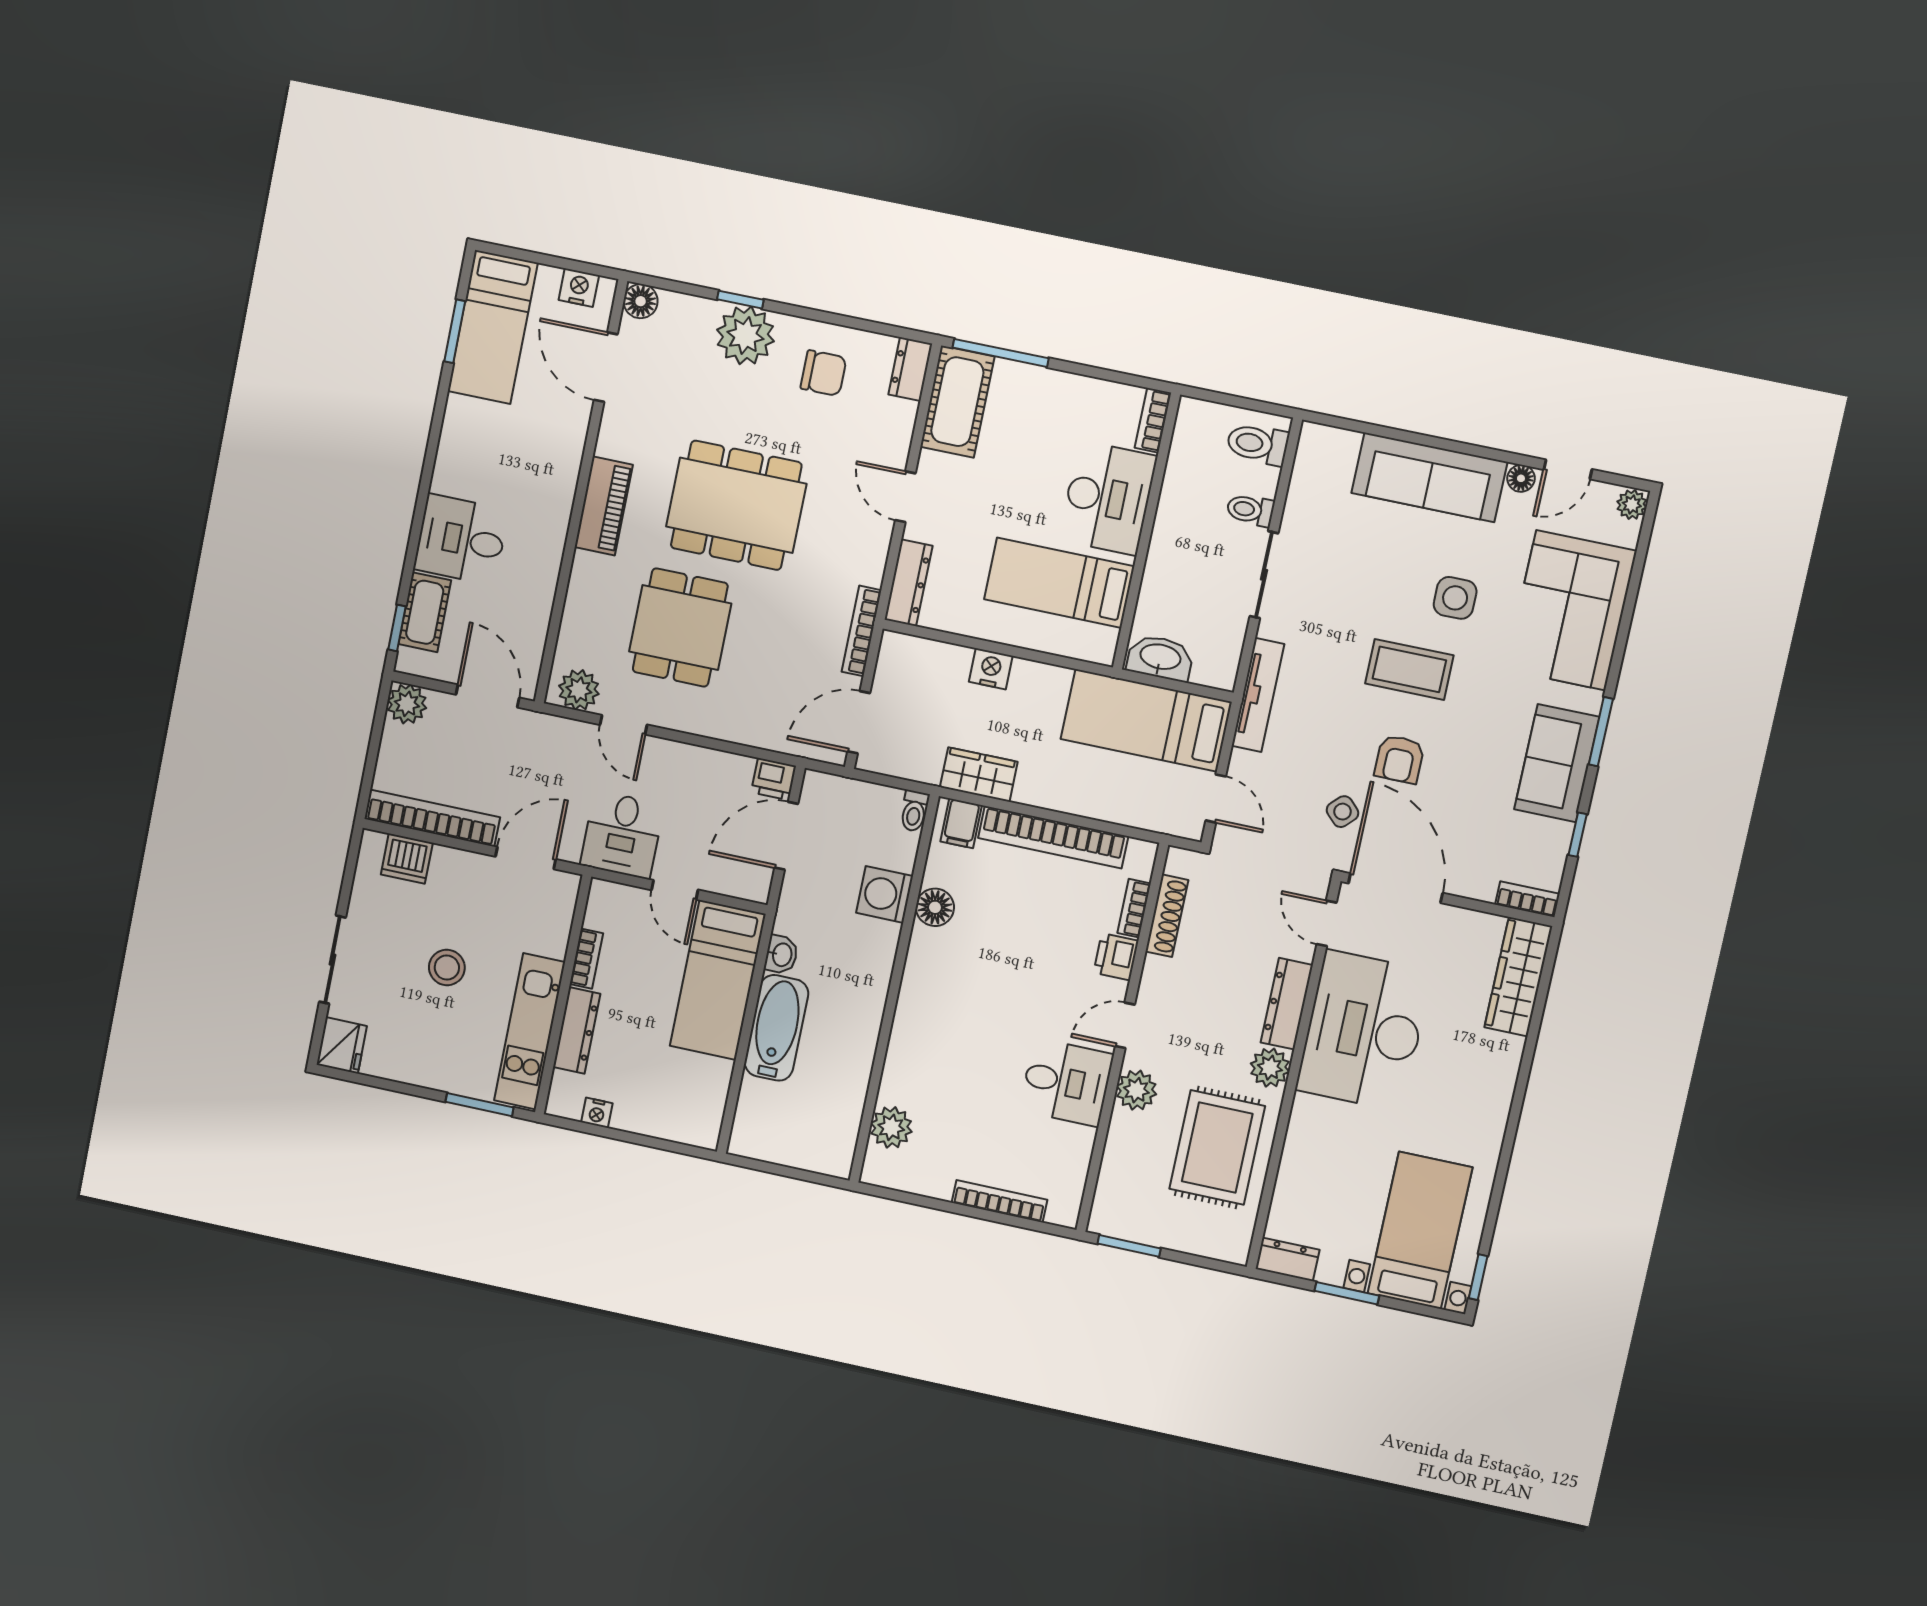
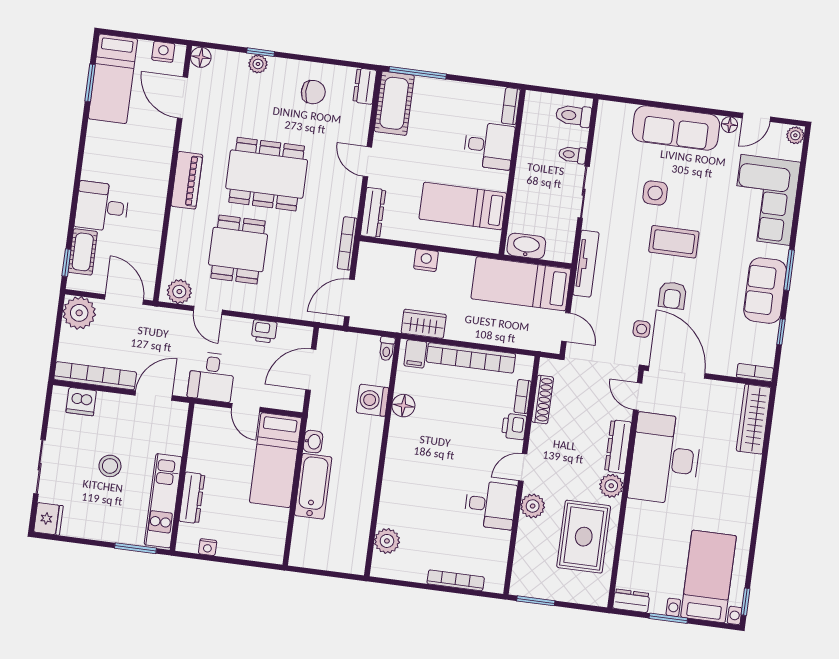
plant: (745, 335) -> (258, 64), width x0.53, depth x0.53
desk: (1108, 498) -> (489, 146), width x0.73
side table: (1455, 598) -> (655, 193), moved
plant: (407, 704) -> (79, 313), width x1.36, depth x1.36
printer: (774, 779) -> (264, 331), moved
side table: (1343, 812) -> (642, 329), turned 45
bookcase: (586, 959) -> (195, 454), removed

